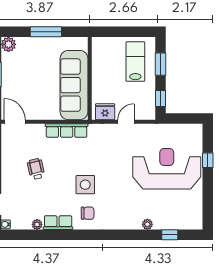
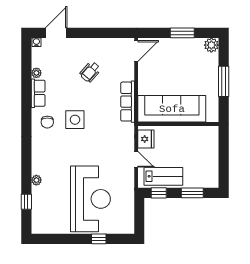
lab bench: (135, 61) -> (163, 176), moved
wheelchair: (36, 169) -> (90, 72), turned 144

